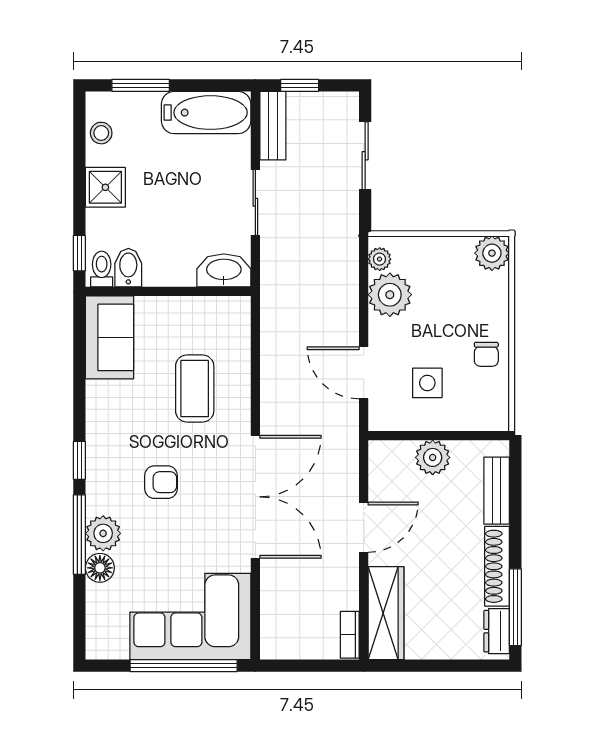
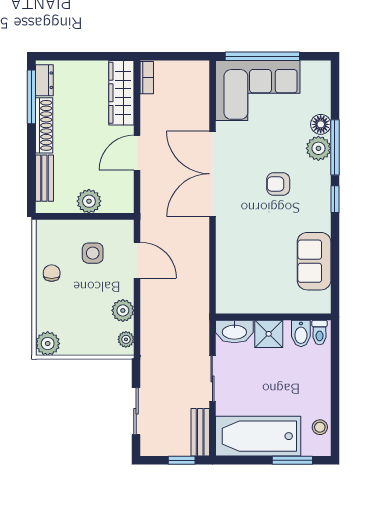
bathtub: (206, 113) -> (258, 436), width x1.36, depth x1.36
shower: (105, 187) -> (269, 334), moved
window: (79, 253) -> (335, 344), removed
plant: (390, 295) -> (123, 310), width x0.73, depth x0.73
sofa: (109, 337) -> (314, 261), moved
coffee table: (195, 389) -> (255, 249), removed

